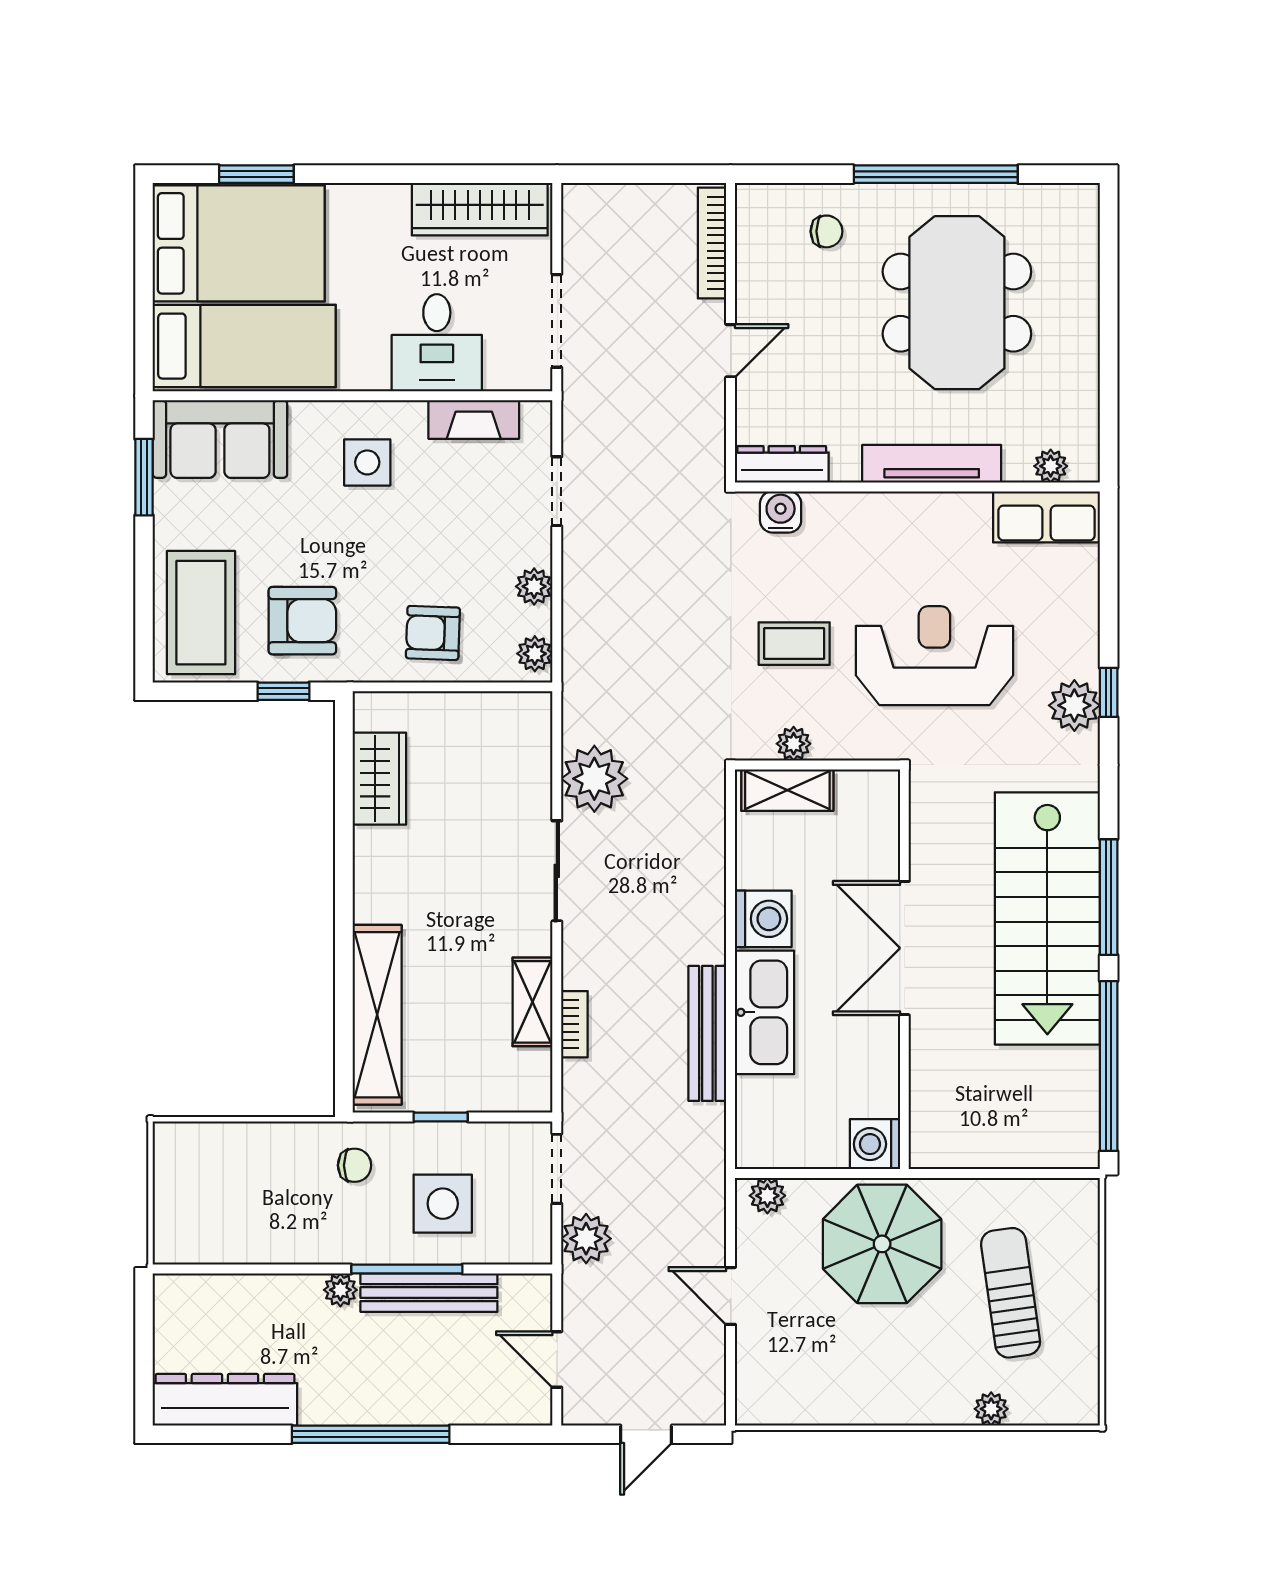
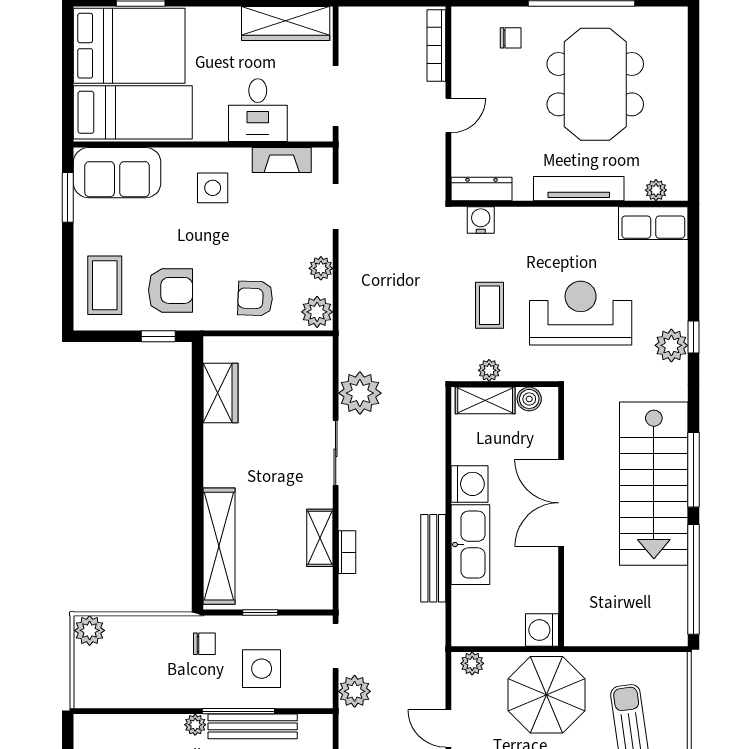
coffee table: (201, 613) -> (105, 285), width x0.73, depth x0.76
coffee table: (794, 644) -> (490, 305), turned 90
plant: (535, 654) -> (317, 312), width x1.38, depth x1.38
boiler: (855, 788) -> (529, 399), added
plant: (178, 1145) -> (90, 630), added

